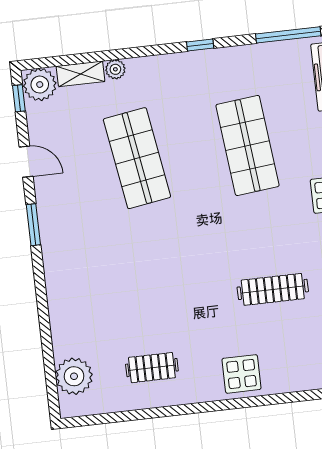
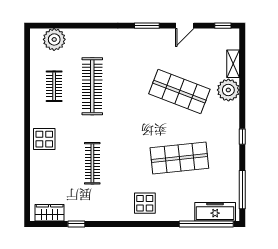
plant: (115, 69) -> (228, 90), width x1.87, depth x1.87
plant: (40, 85) -> (230, 39), removed
shop shelf: (137, 158) -> (179, 92), turned 30
clothes rail: (145, 304) -> (92, 86), added

